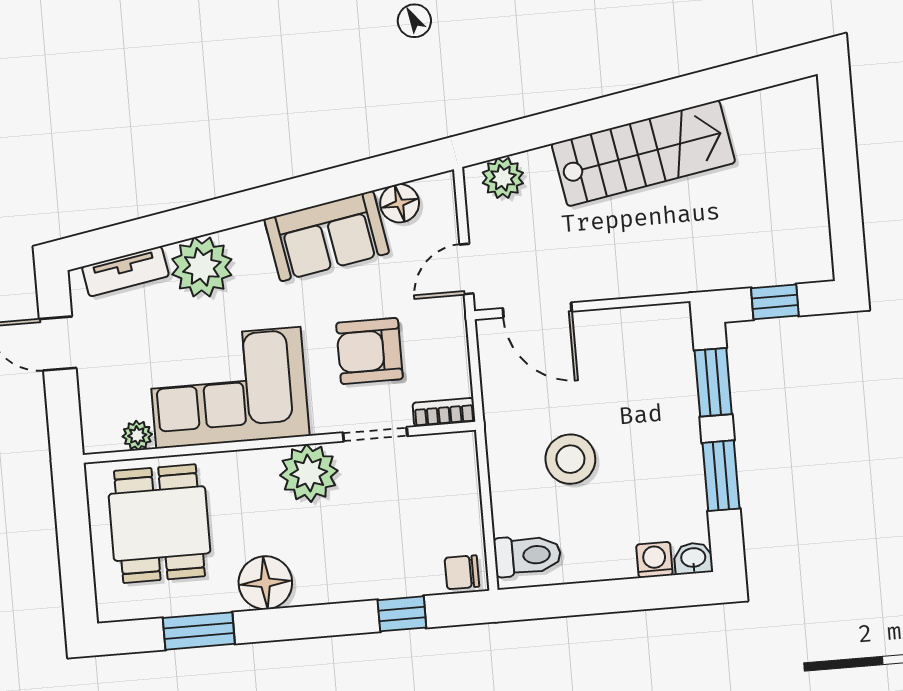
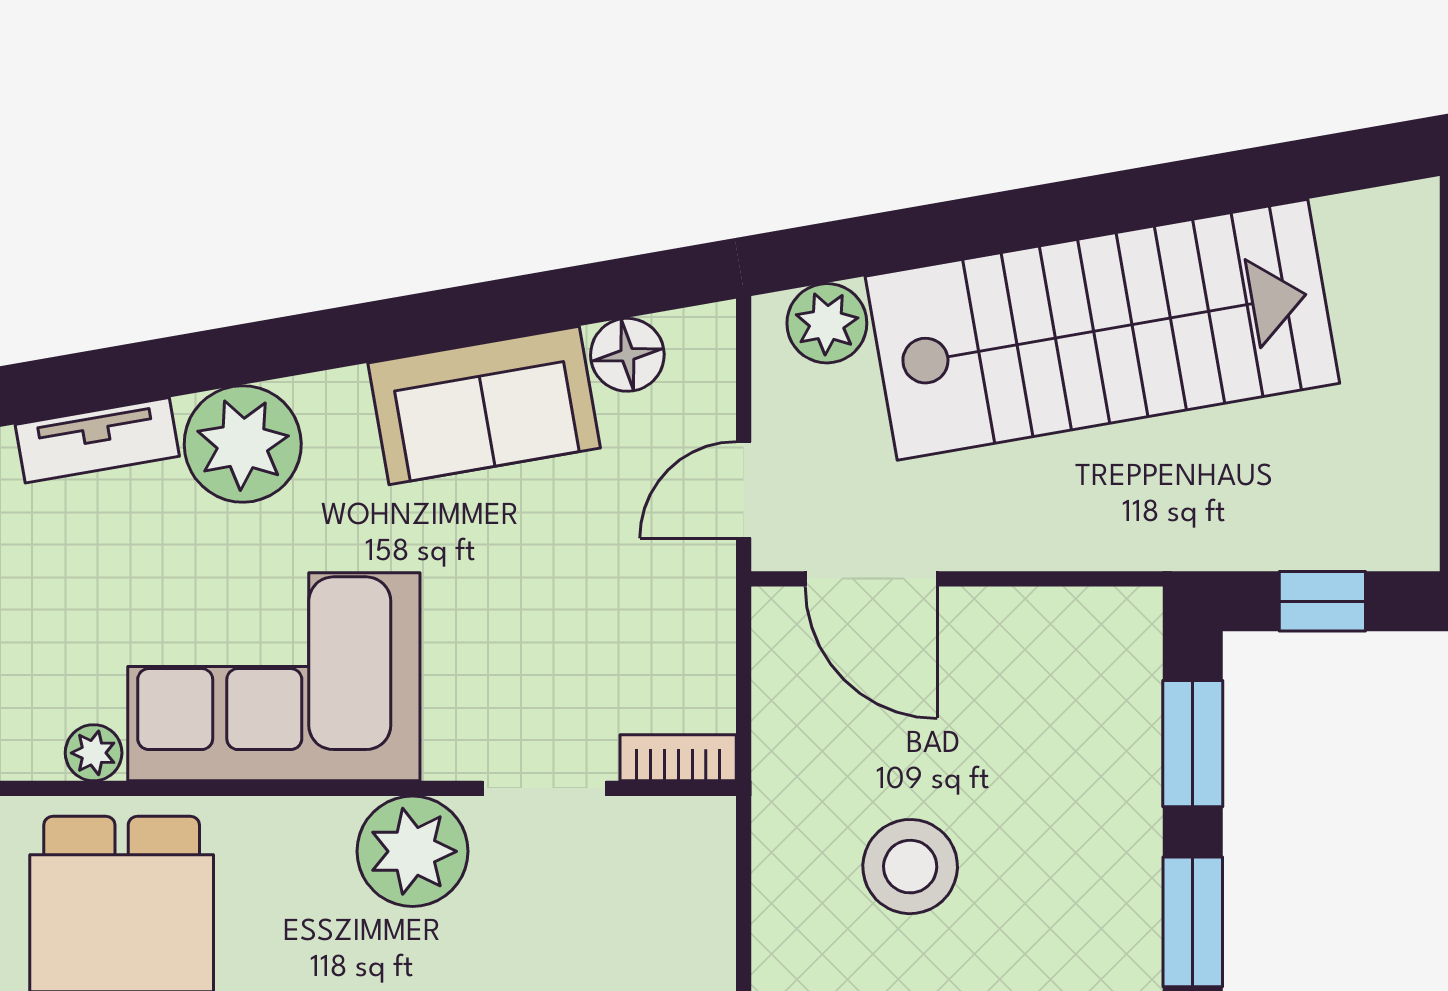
stairs: (643, 153) -> (1102, 330), width x1.36, depth x1.51
armchair: (369, 351) -> (547, 630), removed

